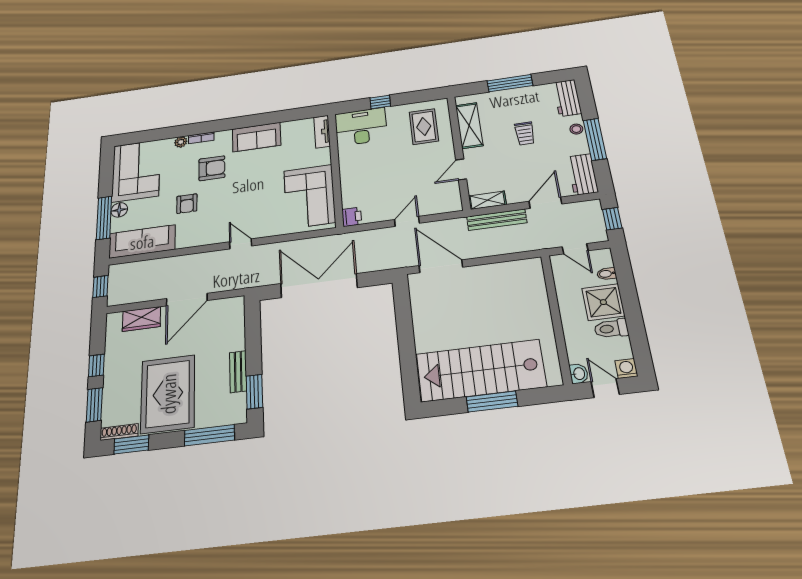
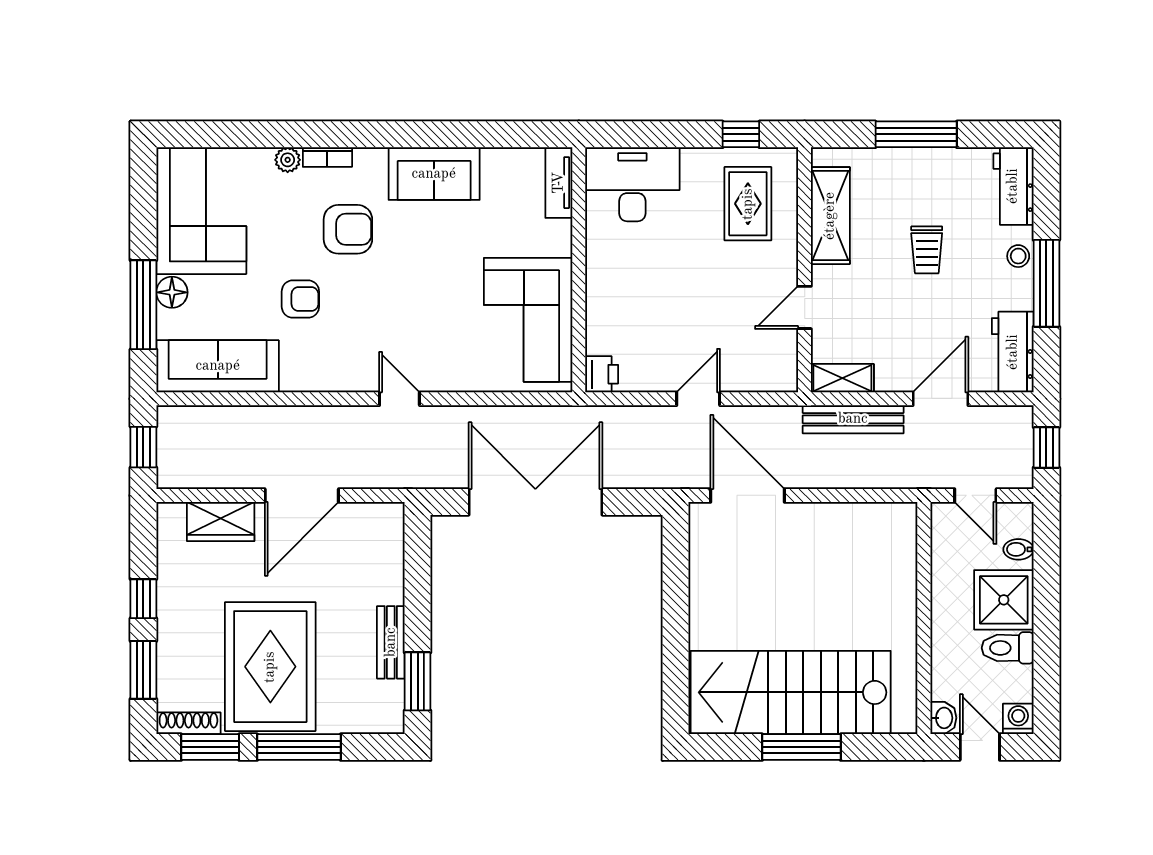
window: (380, 102) -> (741, 134), moved
armchair: (187, 204) -> (300, 299), turned -90
window: (209, 435) -> (299, 747), moved

